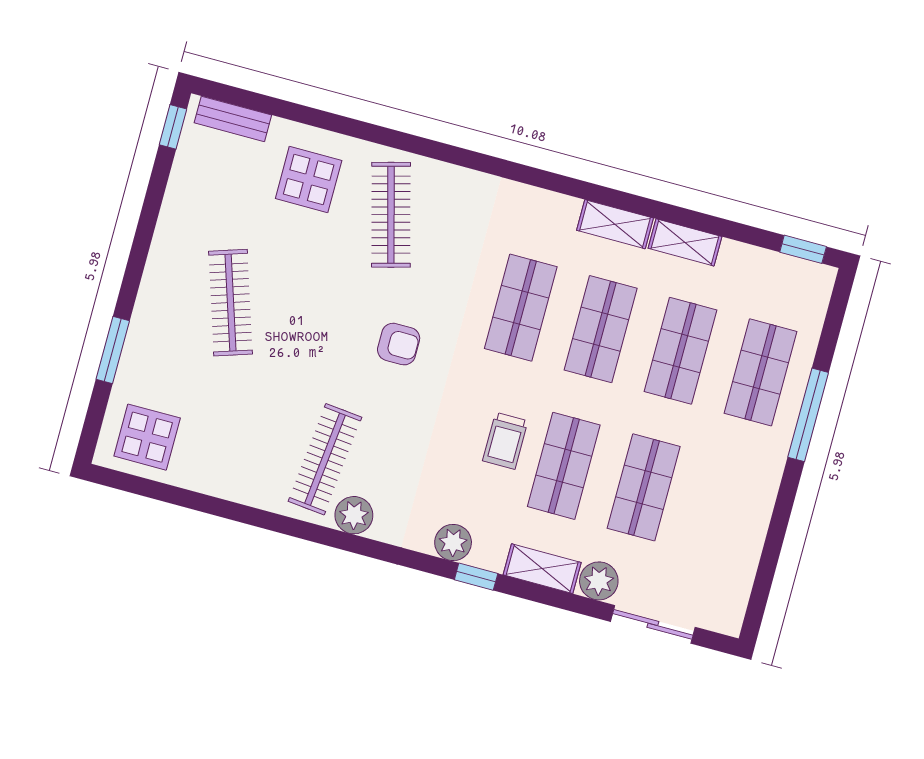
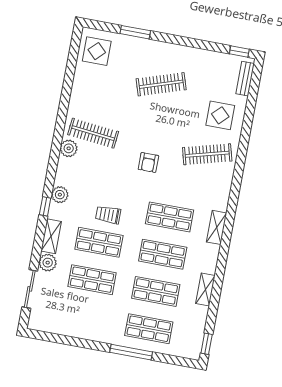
shelving: (615, 224) -> (217, 227), moved

